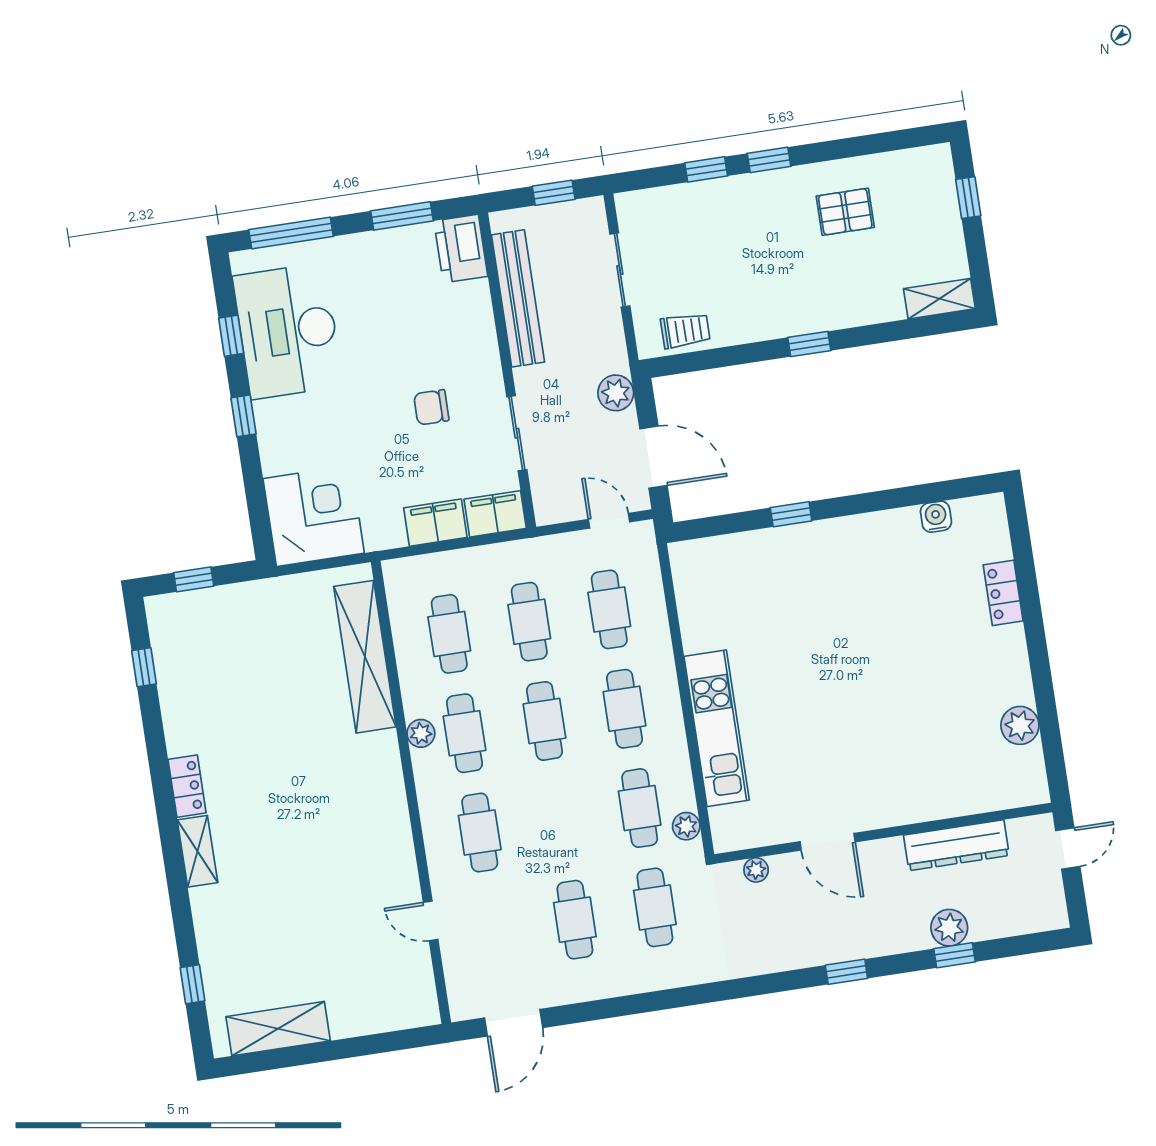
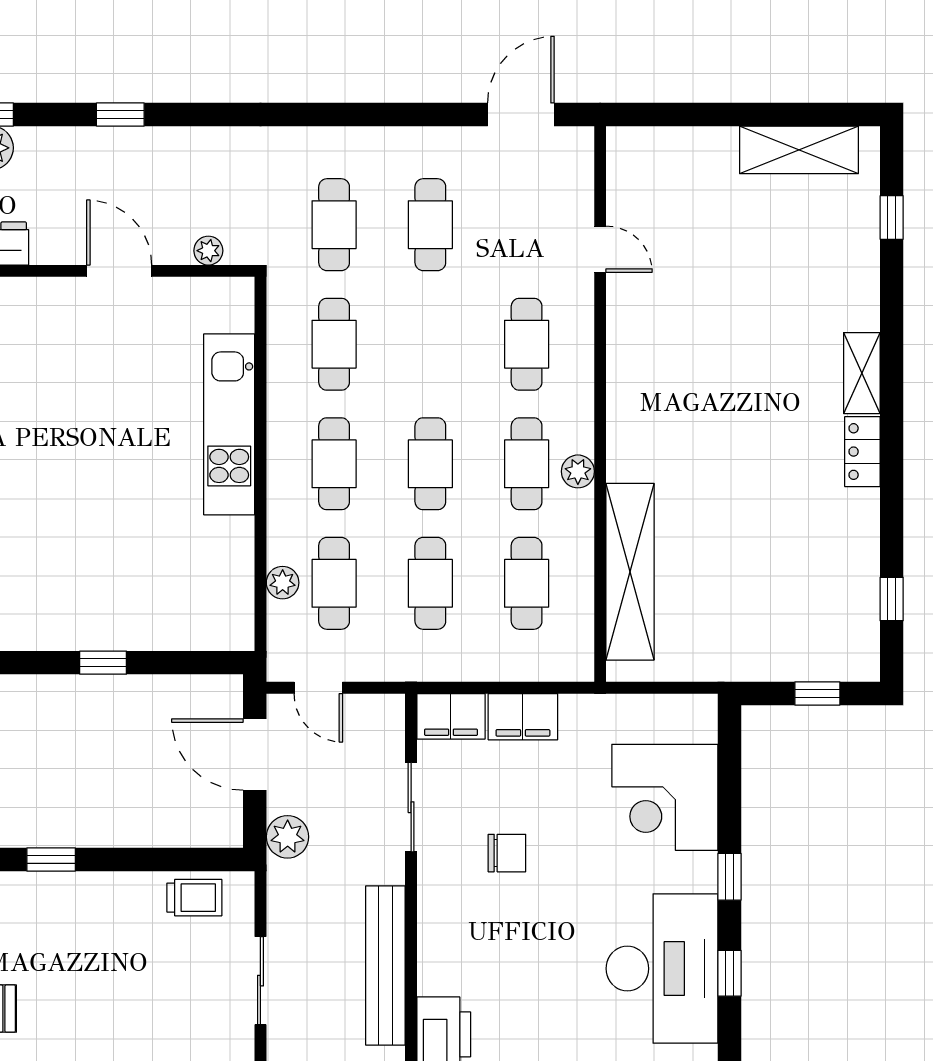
trolley: (685, 331) -> (194, 898), turned 180
corner desk: (314, 516) -> (665, 797), moved
plant: (686, 826) -> (283, 583), moved

